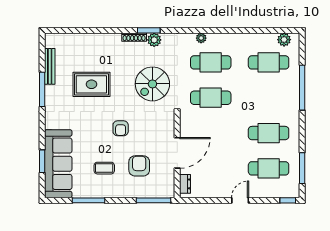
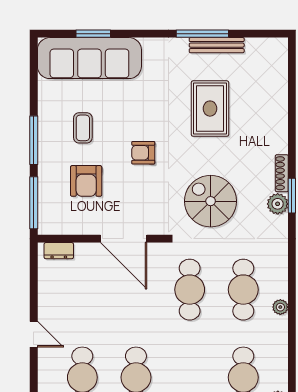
plant: (201, 38) -> (280, 307), moved
bench: (50, 66) -> (217, 45), moved
door: (177, 153) -> (124, 239), moved
armchair: (139, 166) -> (86, 181), turned 90
window: (88, 200) -> (34, 140), moved

